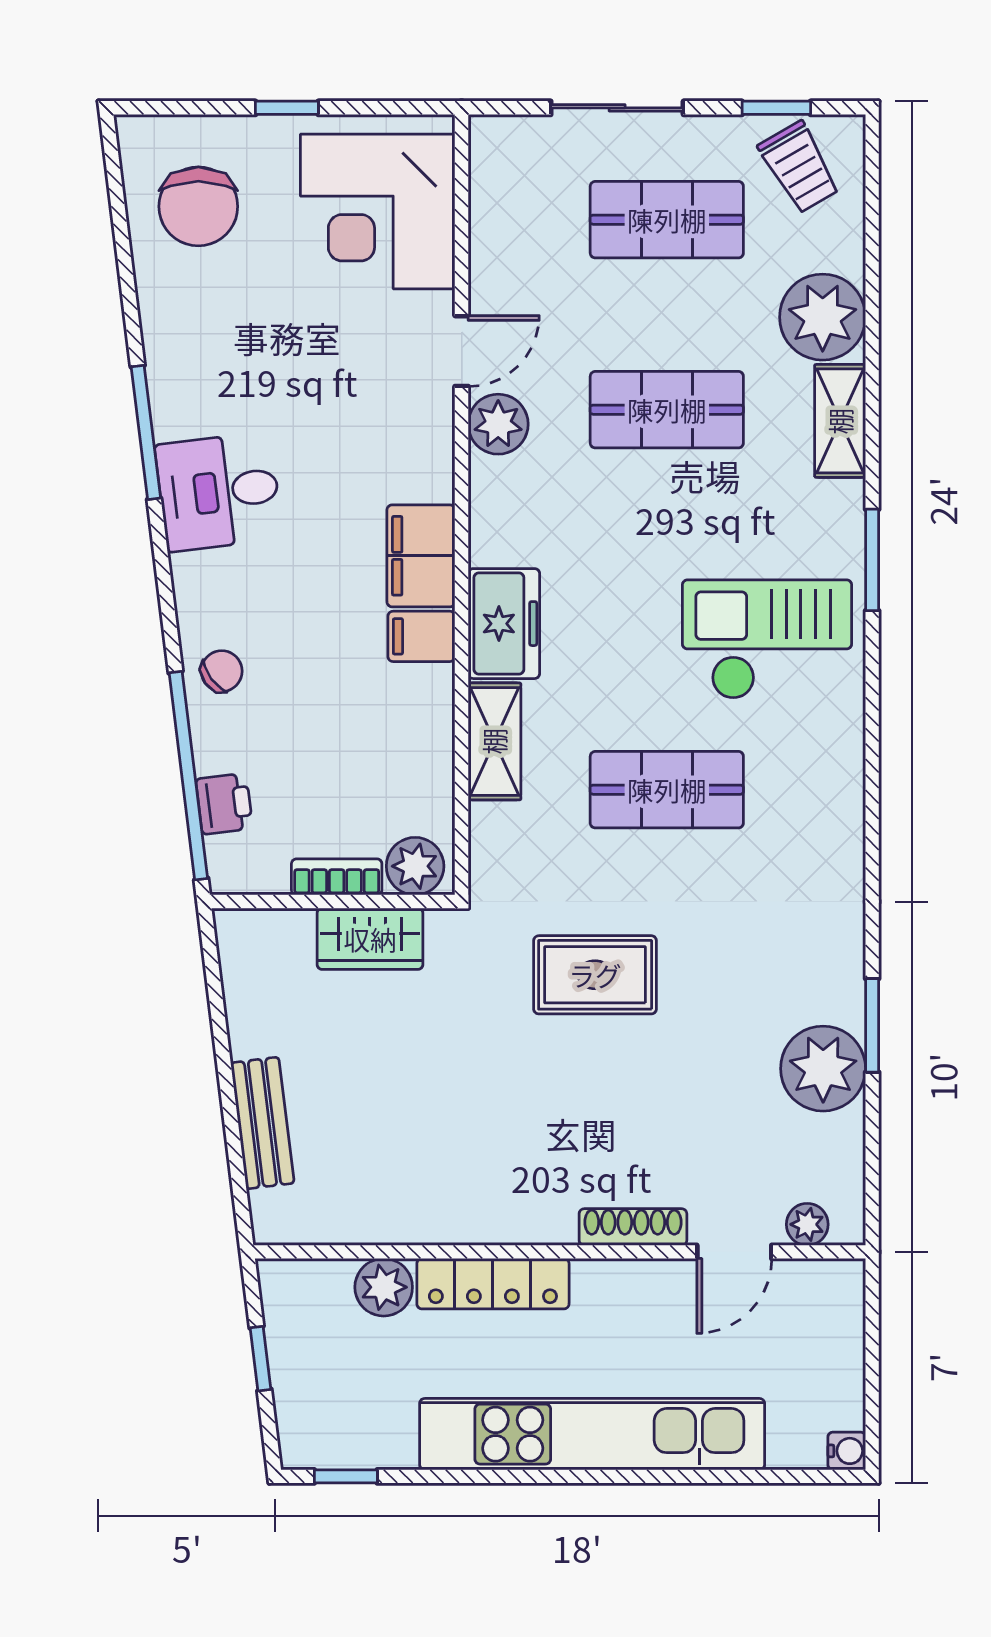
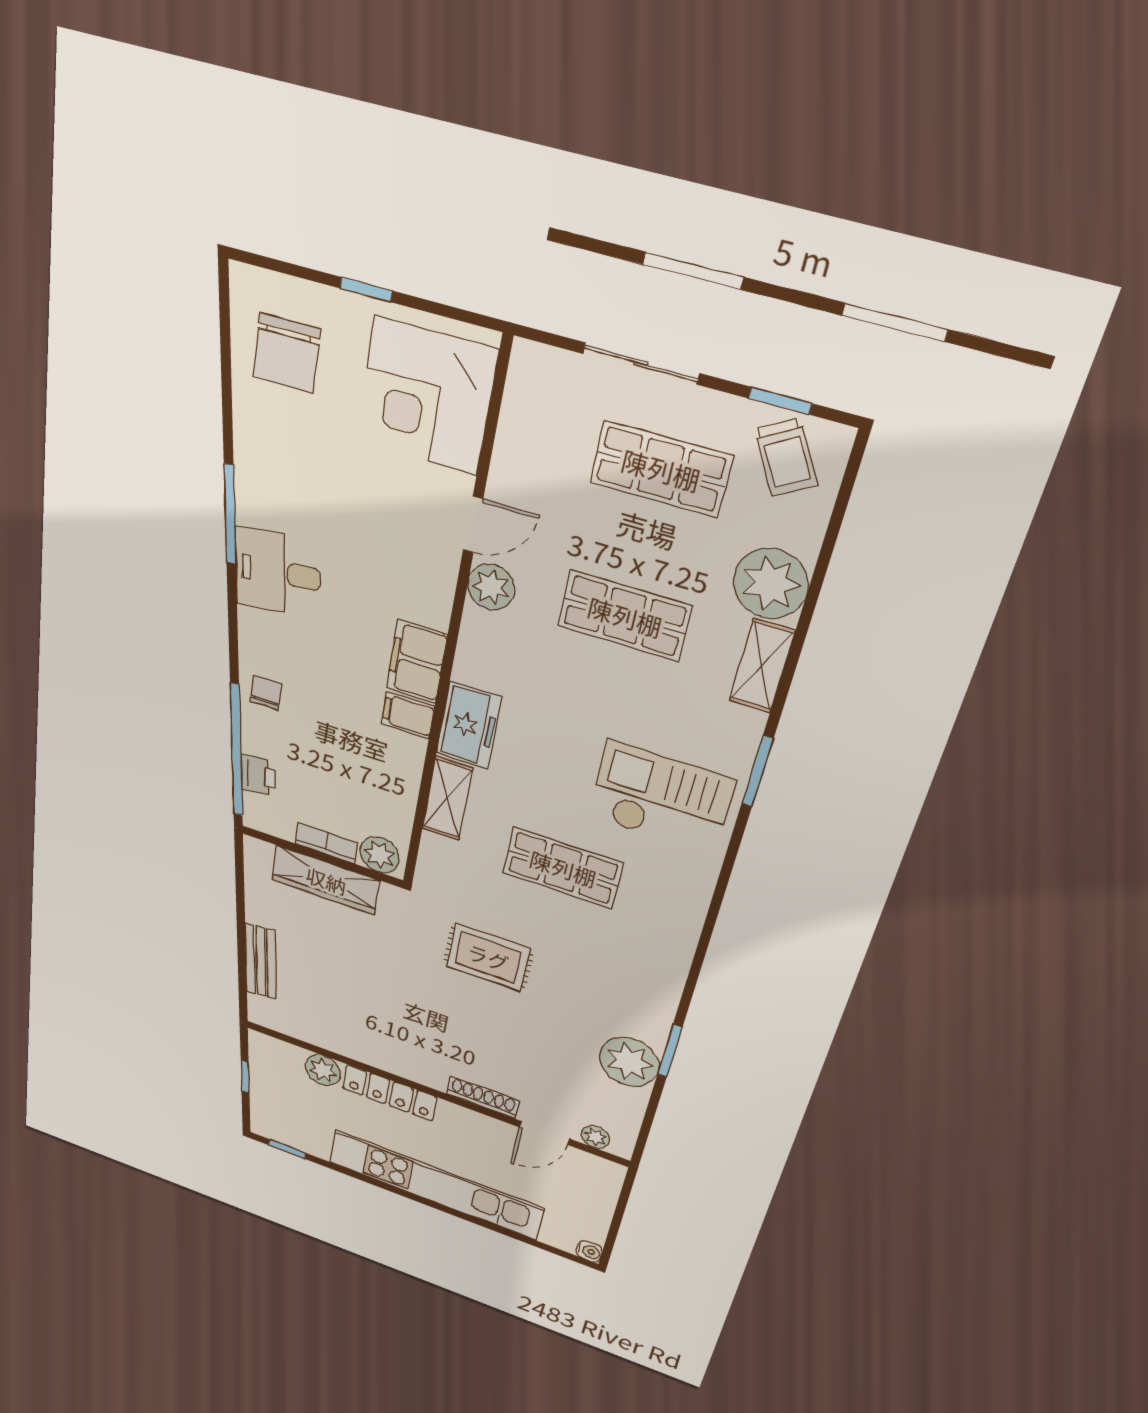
chair: (222, 671) -> (266, 693), turned -54
wardrobe: (370, 939) -> (326, 880), width x1.50

